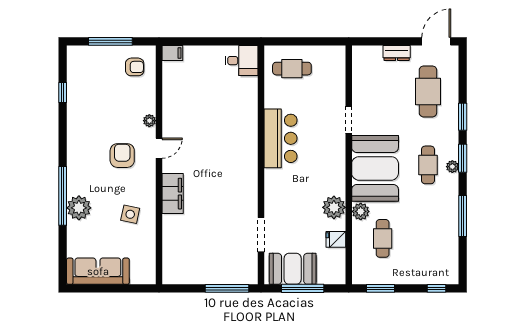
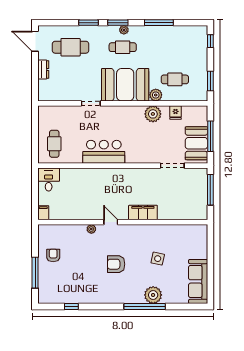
filing cabinet: (172, 53) -> (43, 213), moved
plant: (149, 121) -> (91, 229), moved
door: (159, 148) -> (111, 222), moved
wall: (159, 165) -> (123, 222), moved
filing cabinet: (173, 194) -> (143, 213), moved

